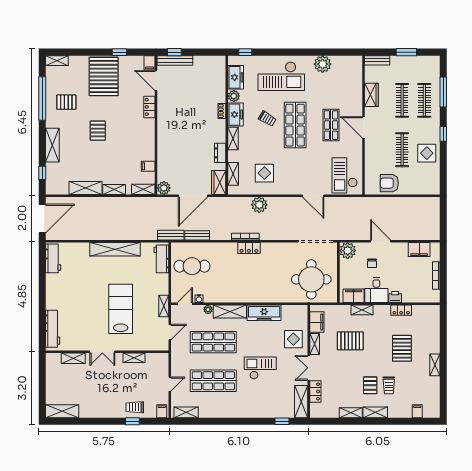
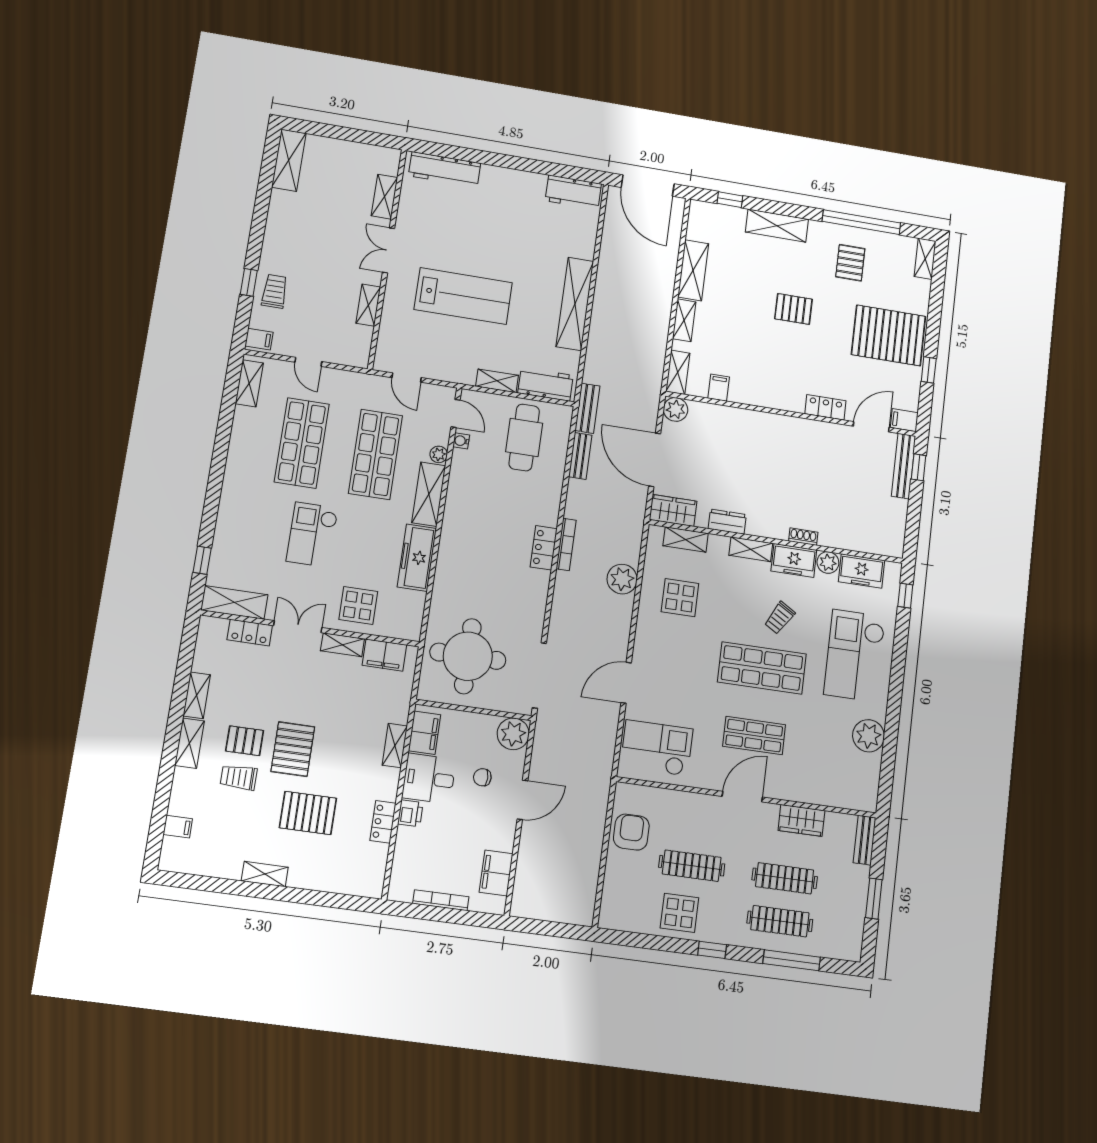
shelving: (164, 306) -> (497, 381), moved
pallet: (350, 341) -> (293, 749), moved
checkout: (260, 368) -> (312, 535), turned 180

